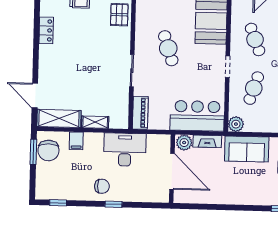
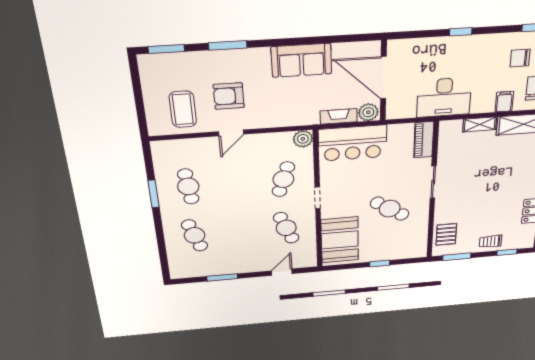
cafe table: (168, 48) -> (390, 209), turned -38
sofa: (247, 149) -> (301, 60), moved, turned 180
chair: (102, 186) -> (520, 58), moved

